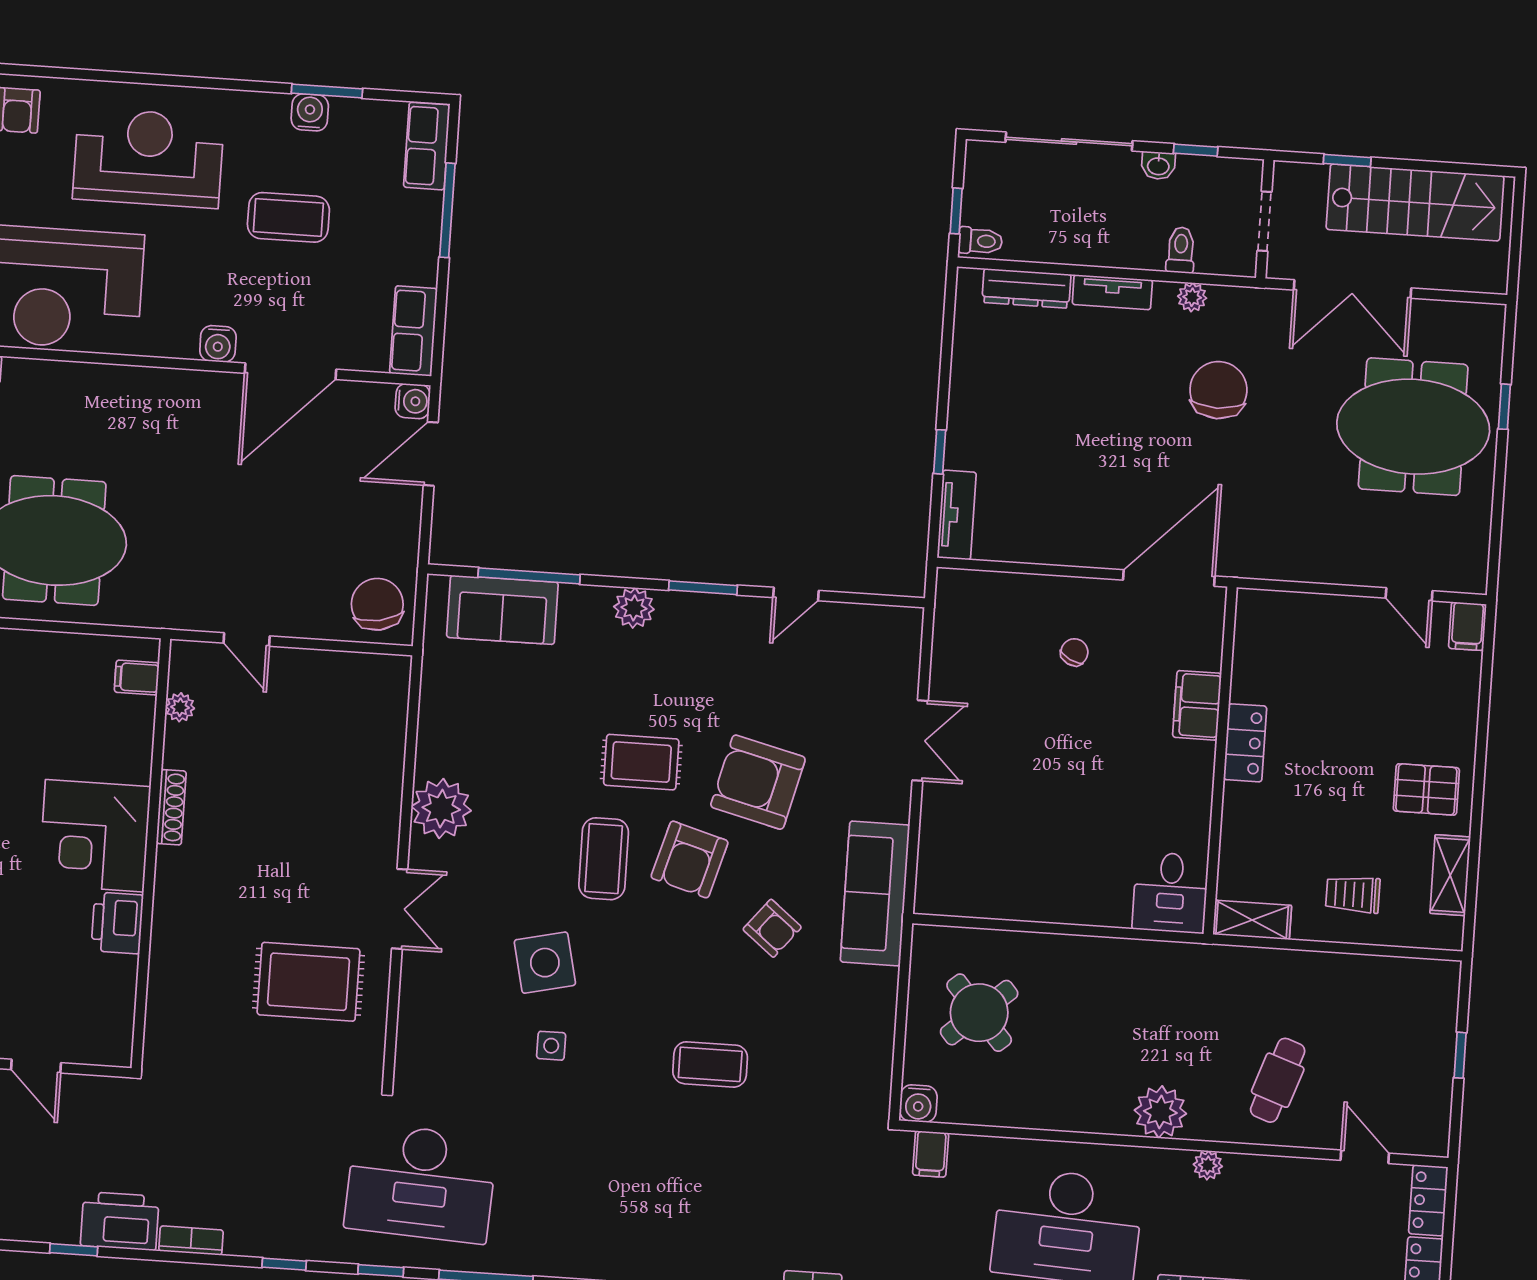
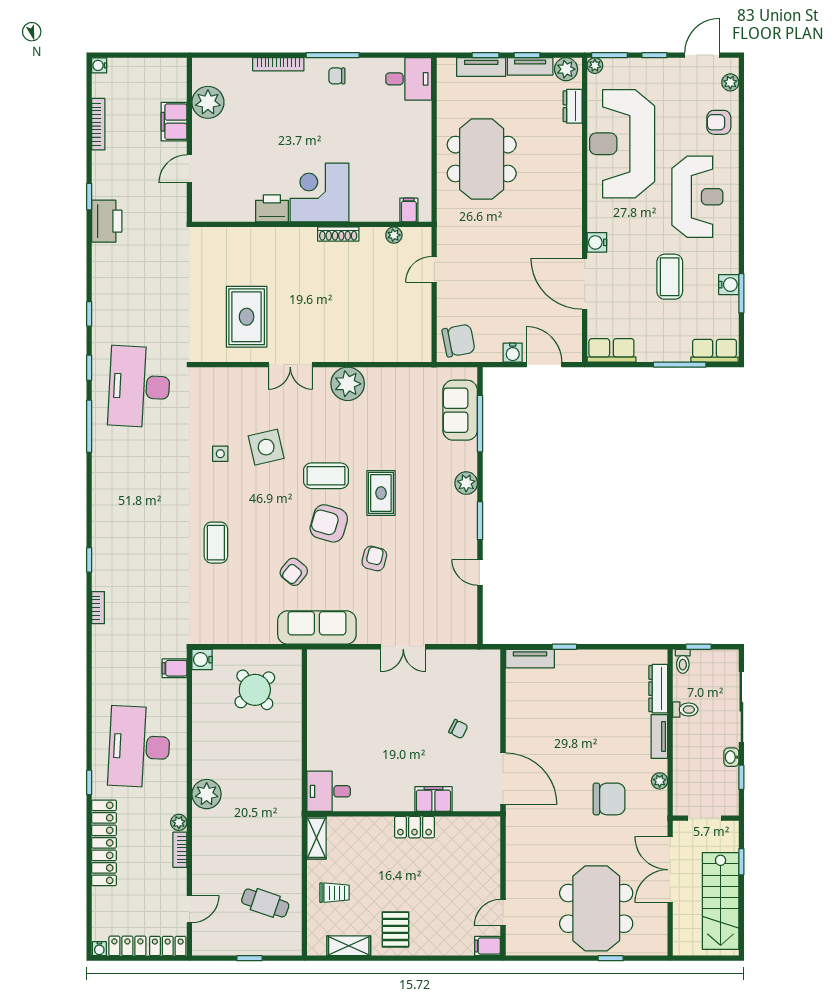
toilet: (1181, 250) -> (685, 709), moved
water cooler: (413, 401) -> (513, 353), moved
armchair: (758, 782) -> (374, 558), width x0.53, depth x0.53
trolley: (1353, 894) -> (334, 893), turned 90
cafe table: (1278, 1080) -> (265, 903), moved
bookcase: (191, 1240) -> (180, 850), moved, turned 180

